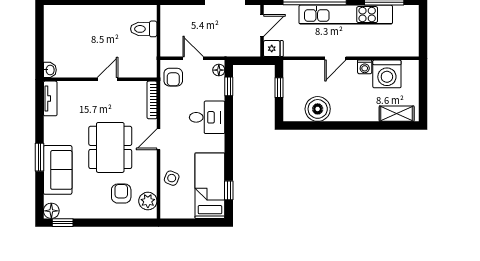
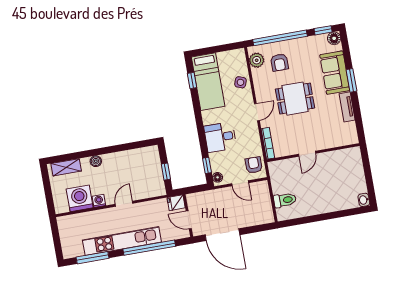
door: (262, 26) -> (189, 220), hinge flipped
washbasin: (50, 70) -> (364, 200), moved
tv unit: (50, 98) -> (347, 107), moved
boiler: (318, 109) -> (96, 161), moved, width x0.54, depth x0.54
dining table: (110, 147) -> (295, 99), width x0.73
window: (115, 223) -> (280, 38), added

